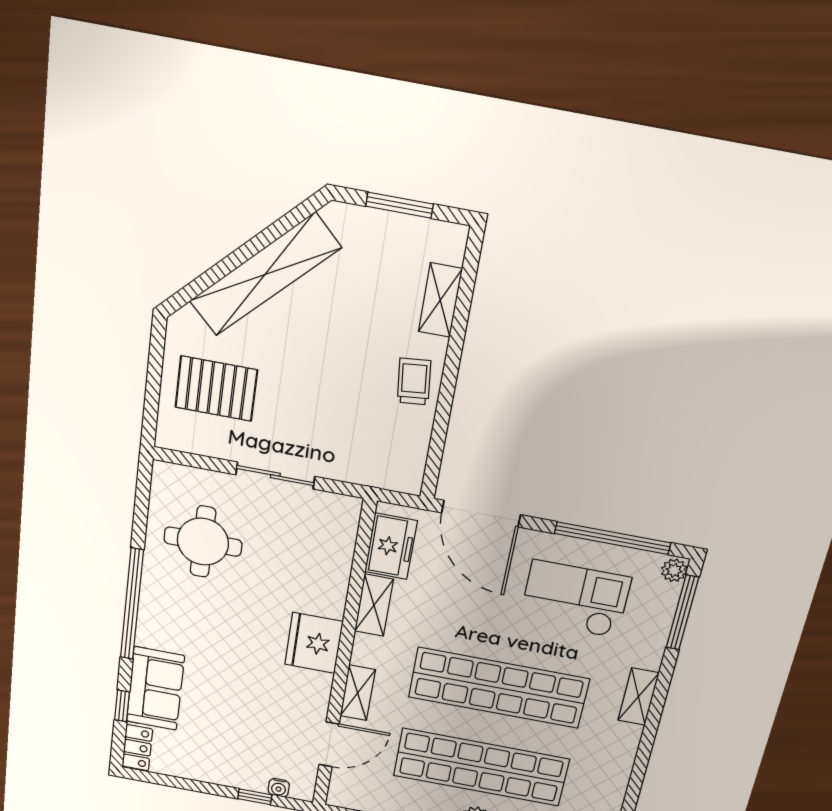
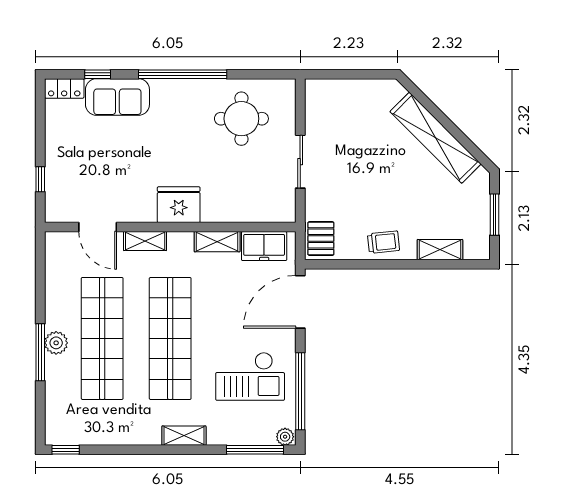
pallet: (216, 389) -> (321, 239), moved, width x0.67, depth x0.71
checkout: (575, 599) -> (250, 376), turned 90
water cooler: (279, 788) -> (52, 196), removed

